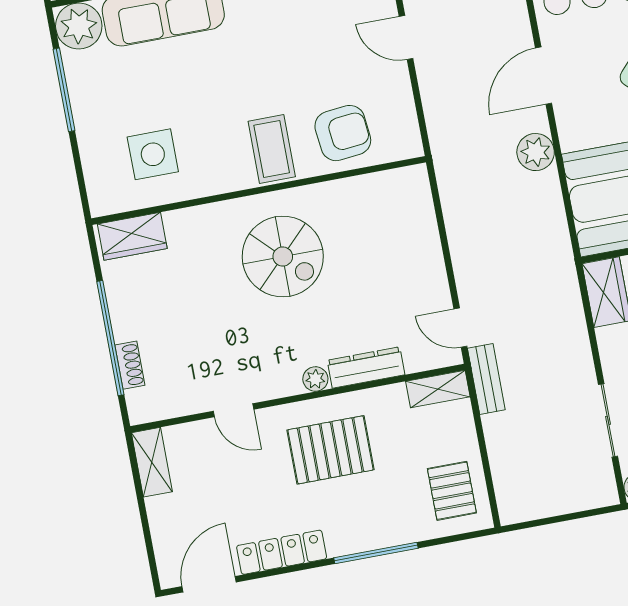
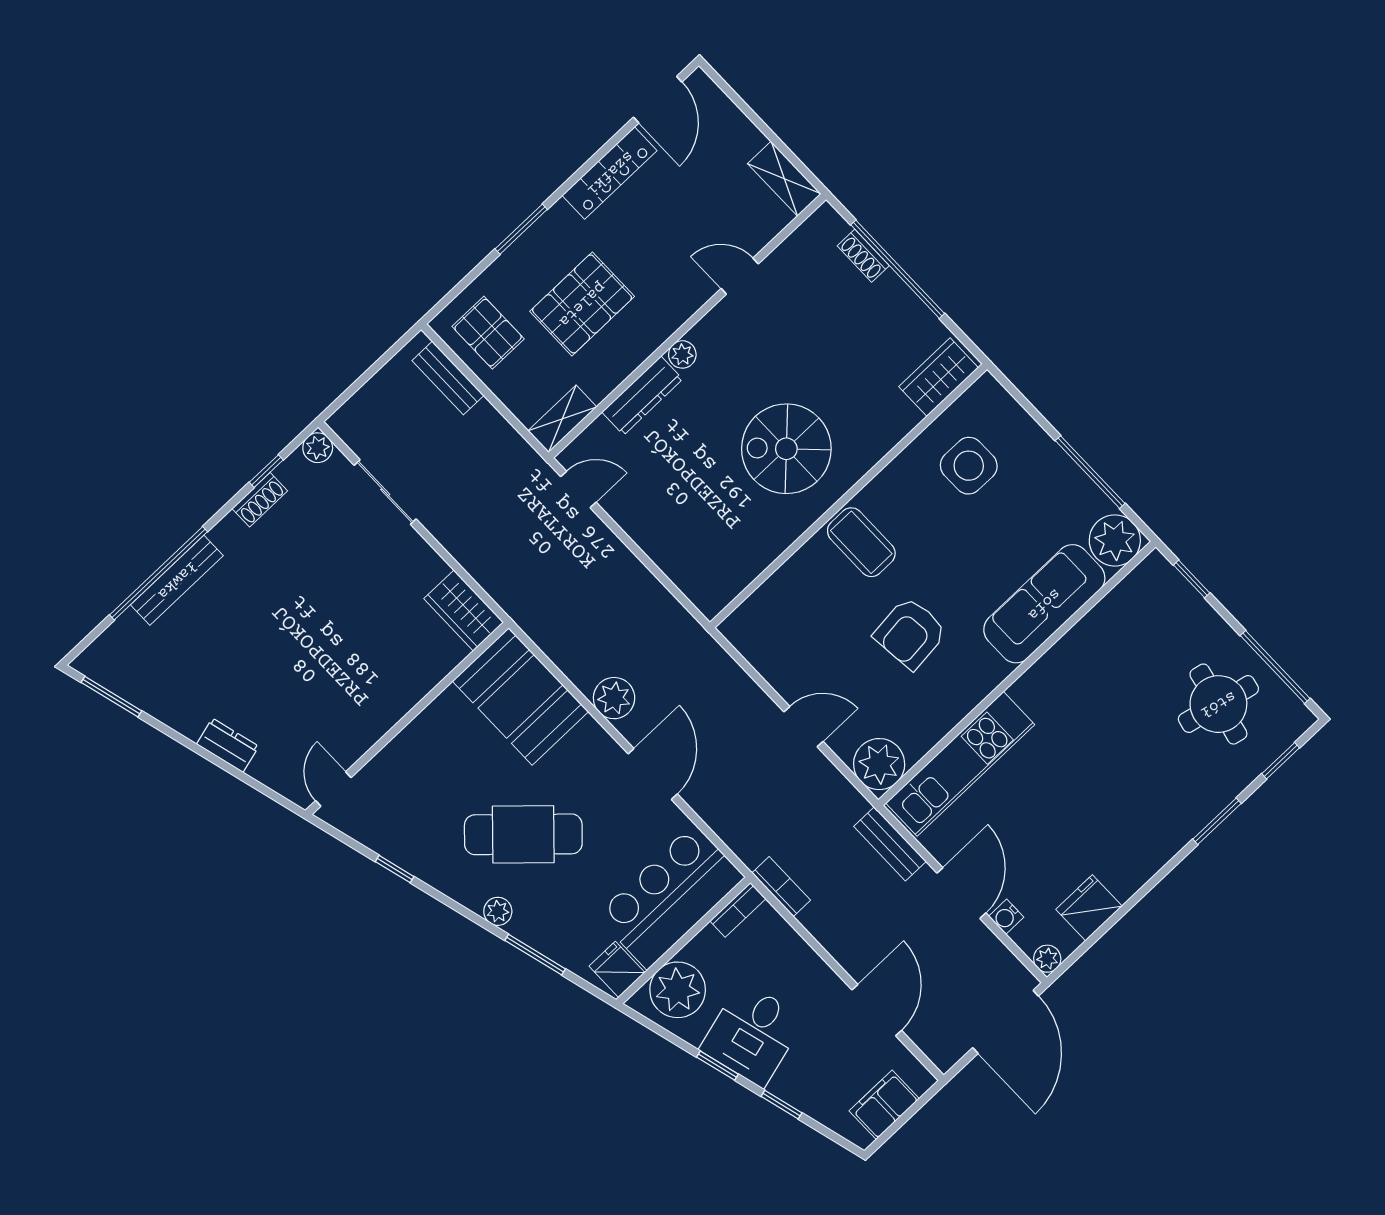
armchair: (343, 133) -> (910, 633), moved
bench: (486, 379) -> (448, 378), moved
pallet: (331, 450) -> (582, 304), moved
window: (376, 553) -> (521, 229), width x0.69

